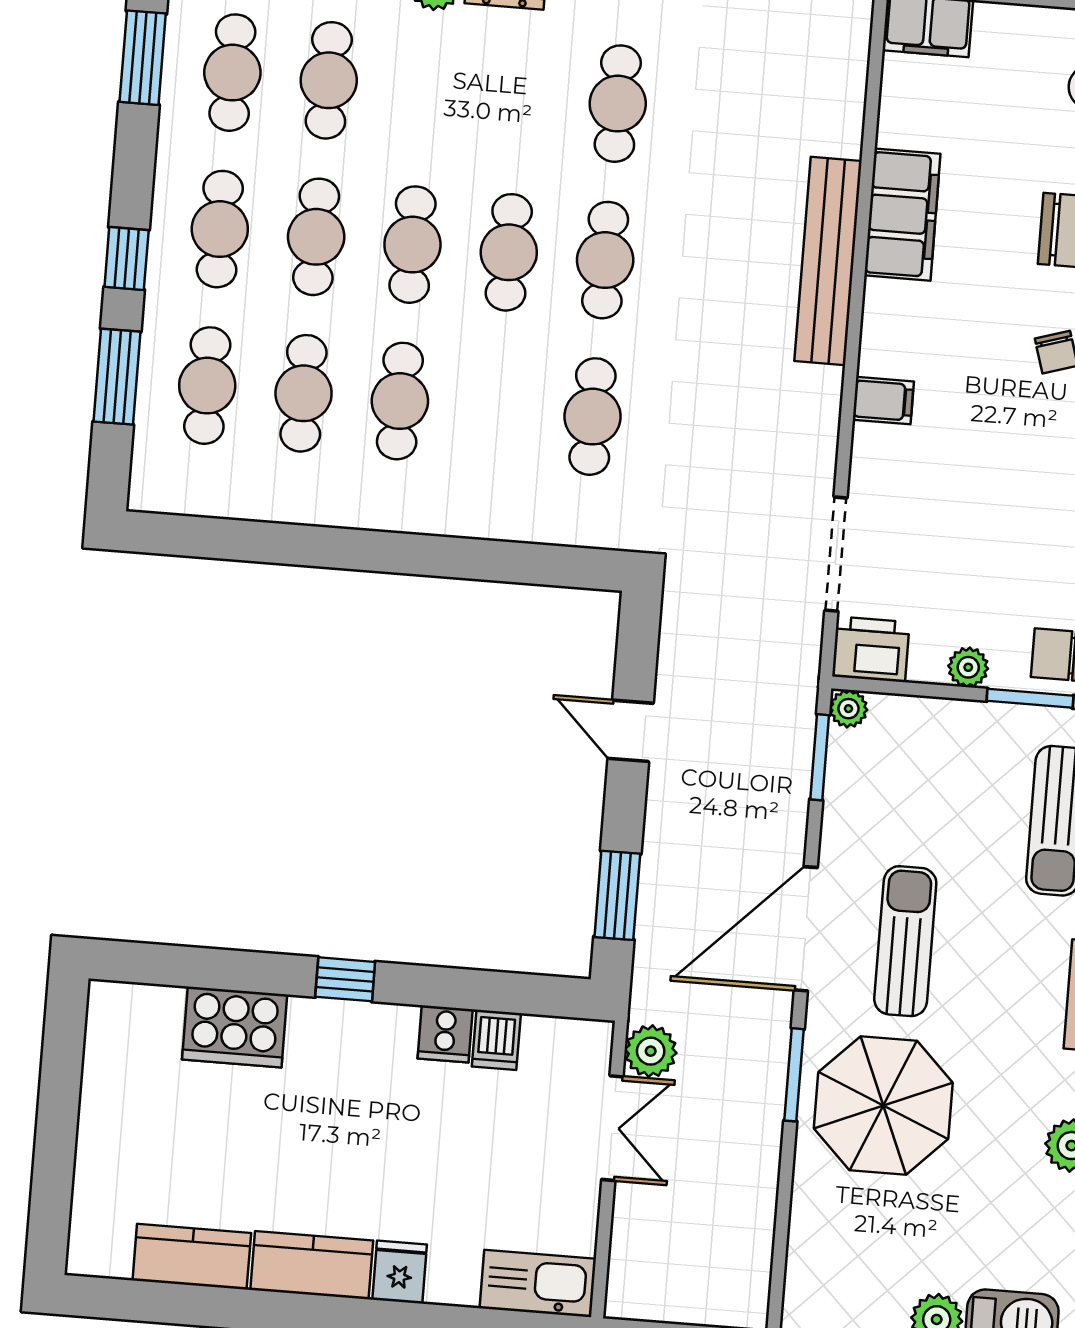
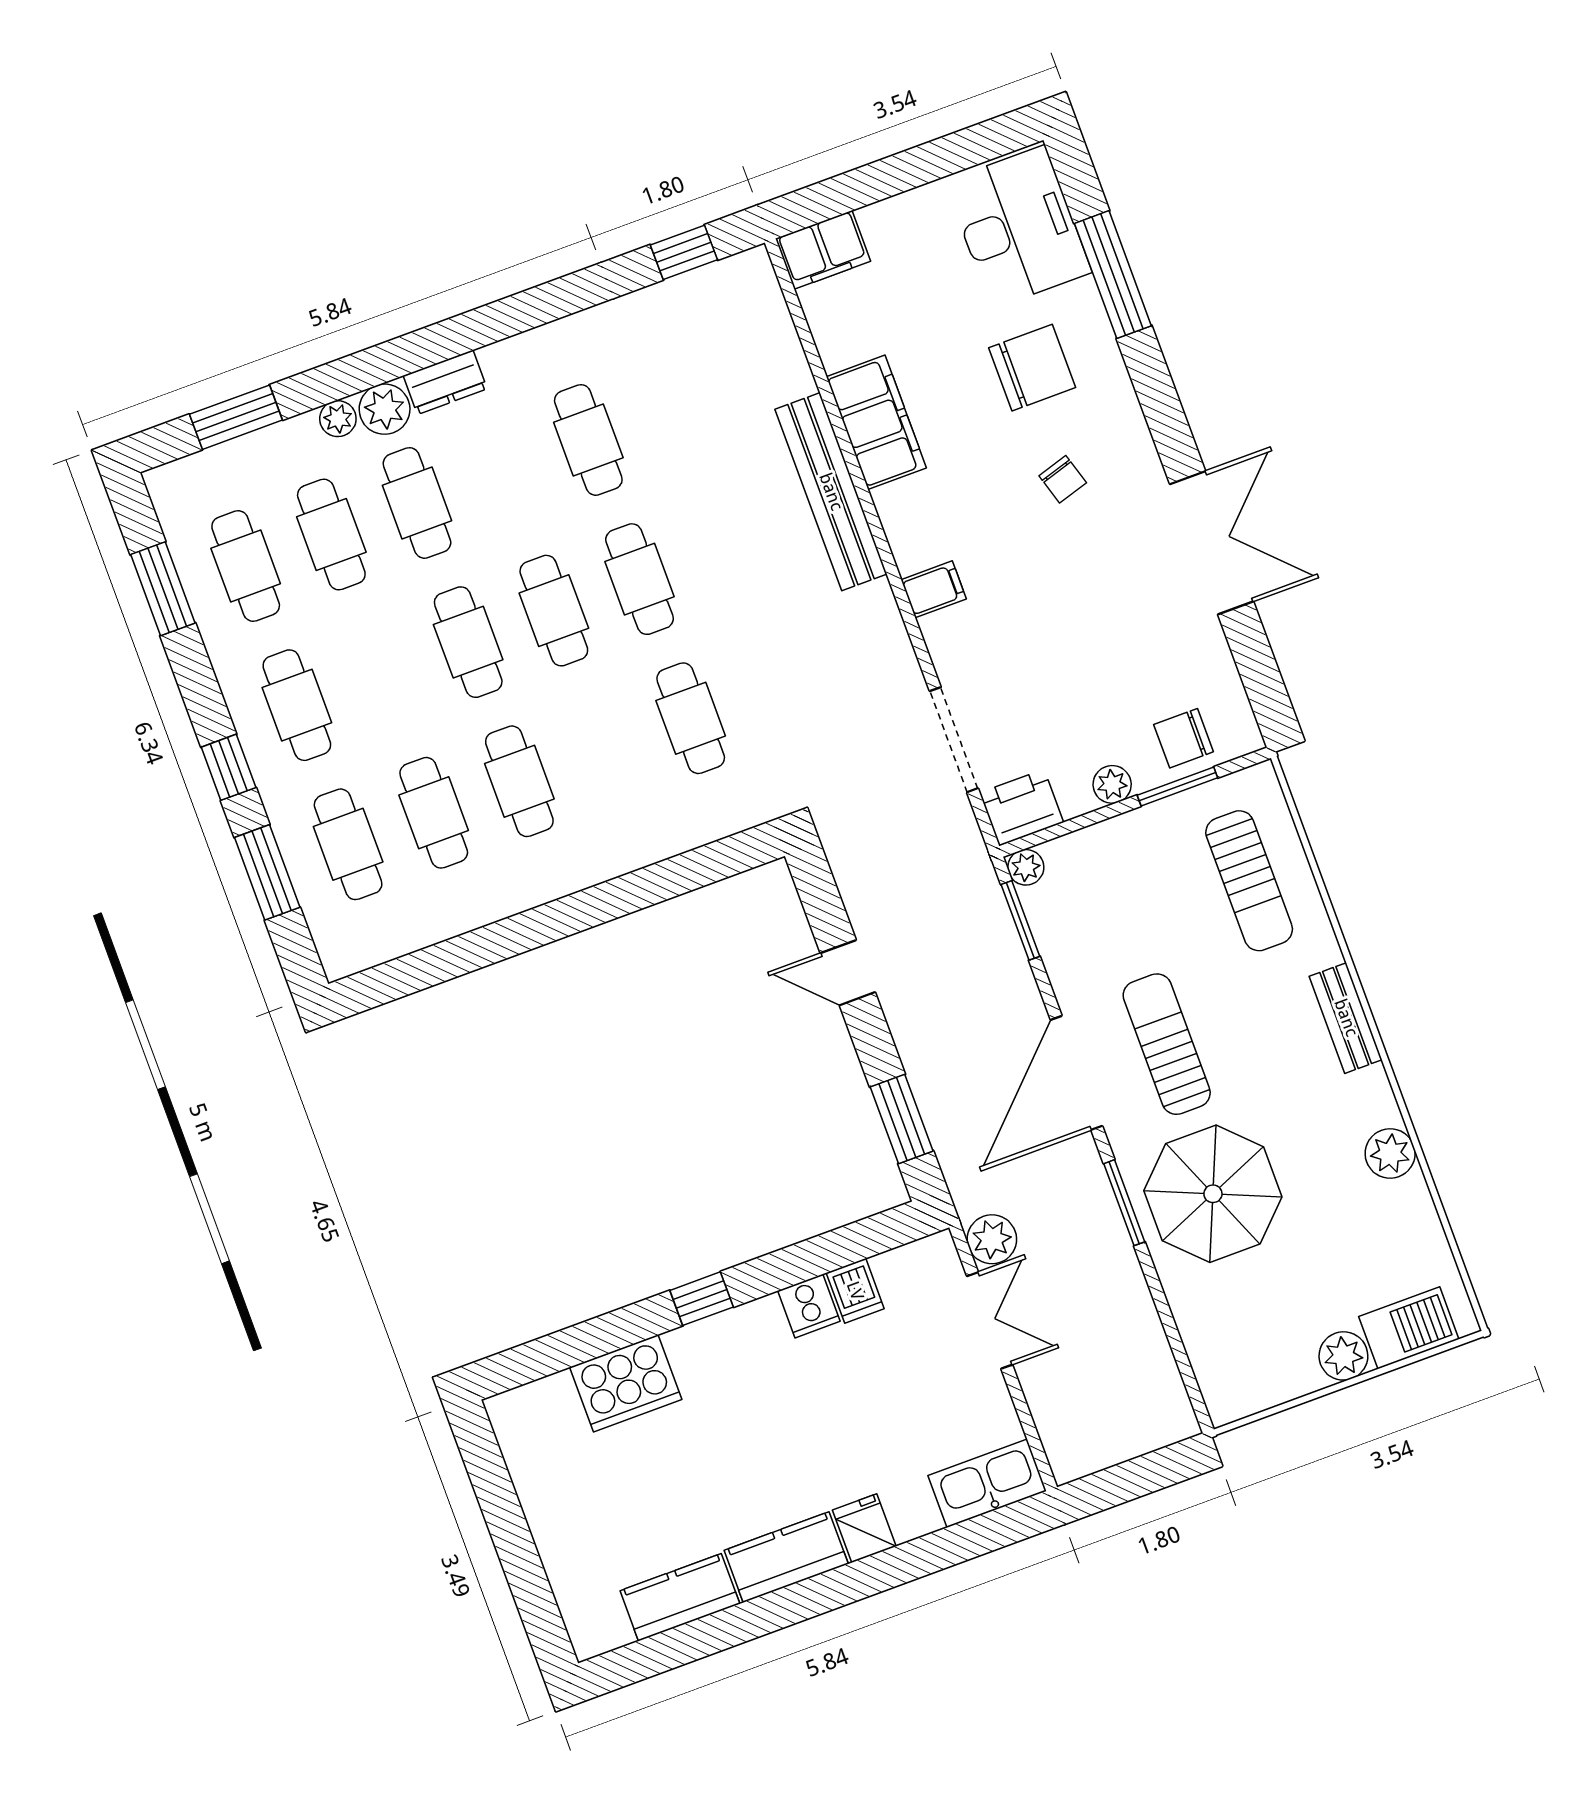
cafe table: (316, 237) -> (417, 503), moved

